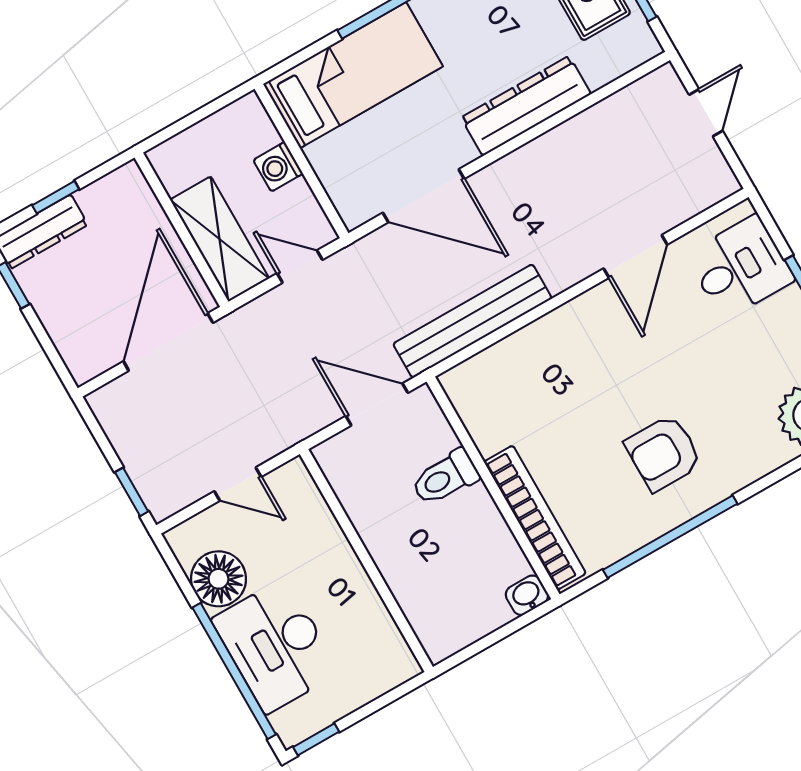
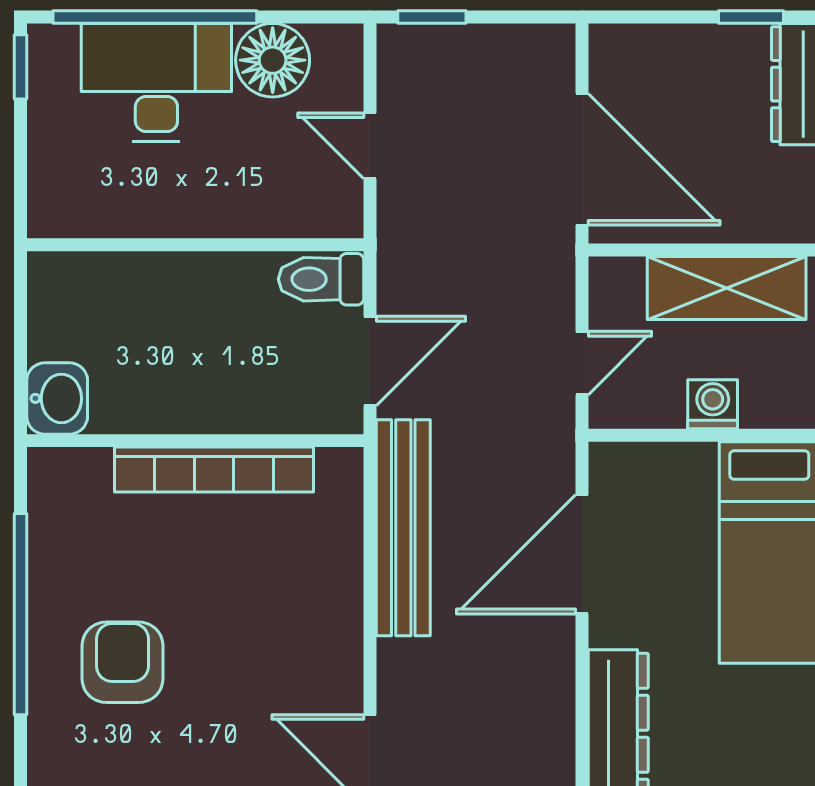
shelving: (220, 239) -> (727, 288), moved
toilet: (445, 478) -> (321, 279), moved, turned -90
door: (238, 484) -> (370, 146), hinge flipped
bookcase: (535, 518) -> (214, 470), moved
washbasin: (527, 595) -> (57, 398), width x1.38, depth x1.45

